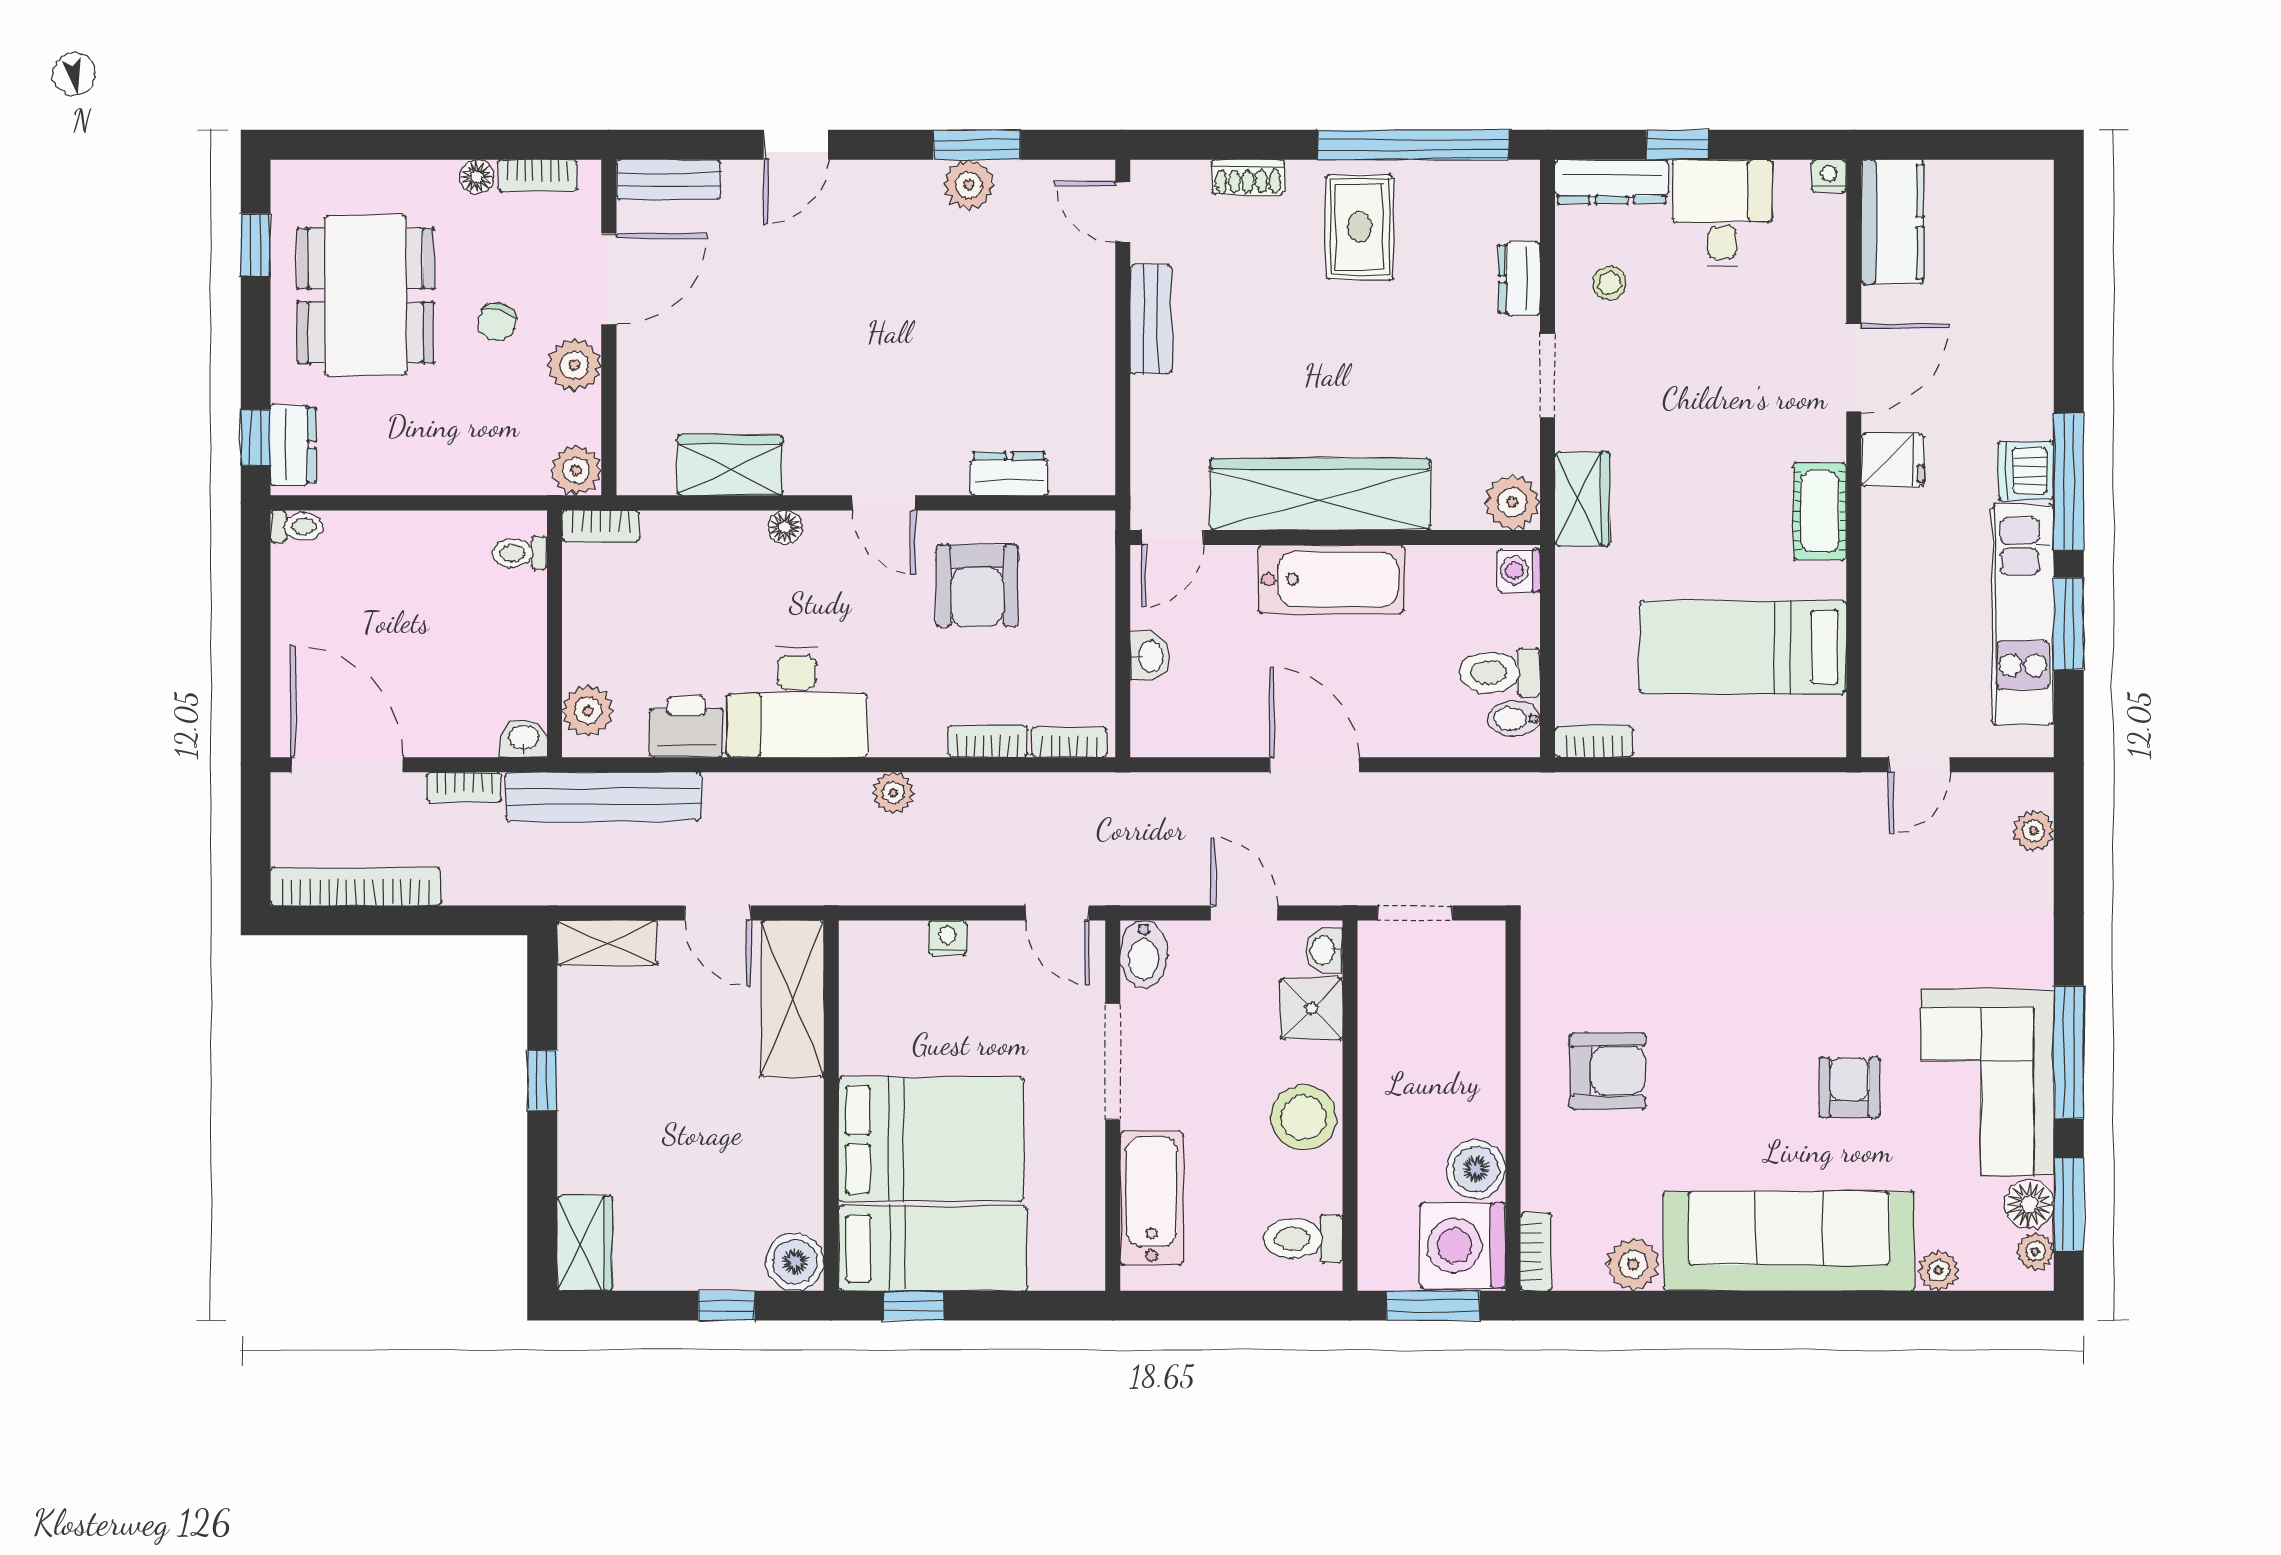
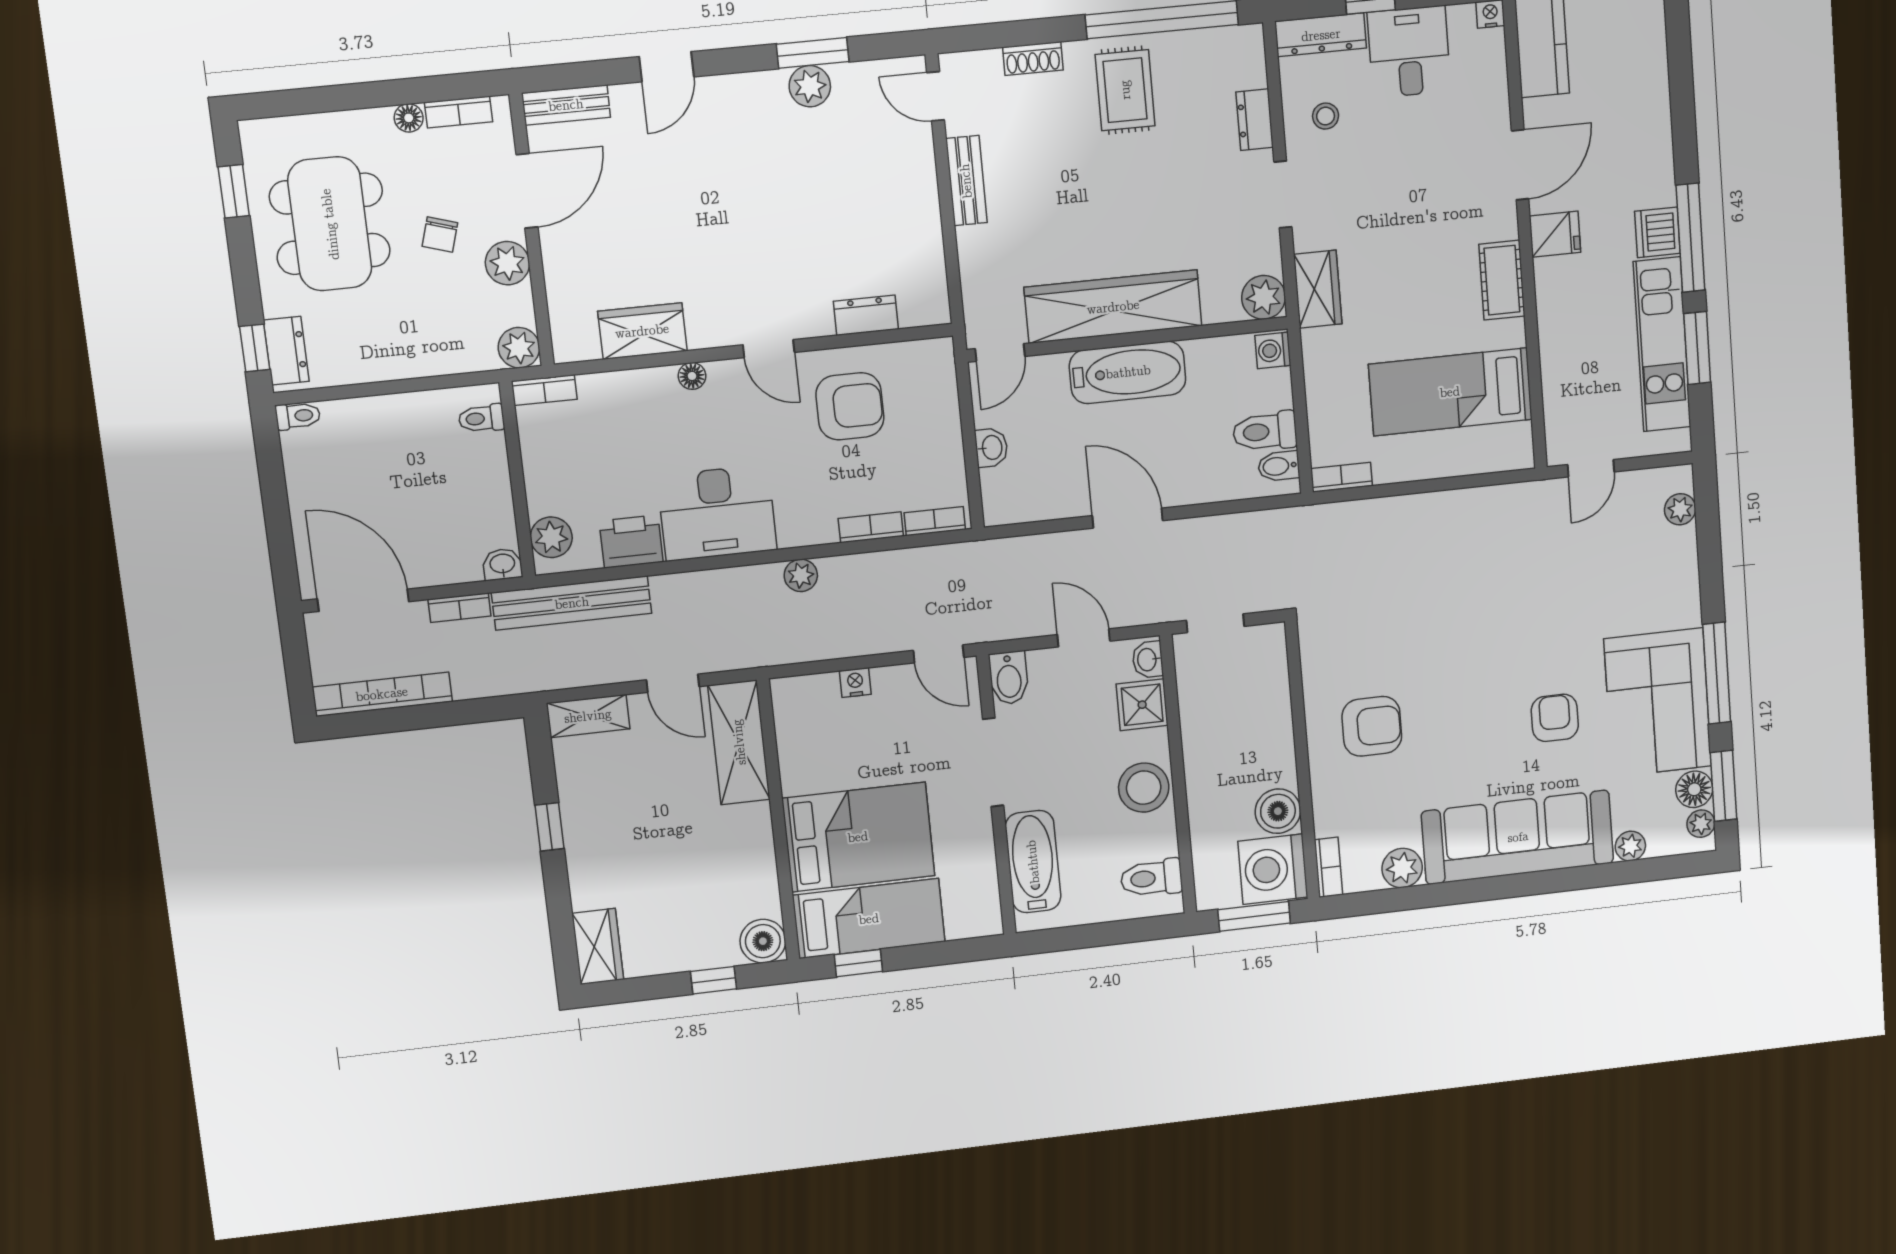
armchair: (977, 586) -> (850, 406), turned -90

